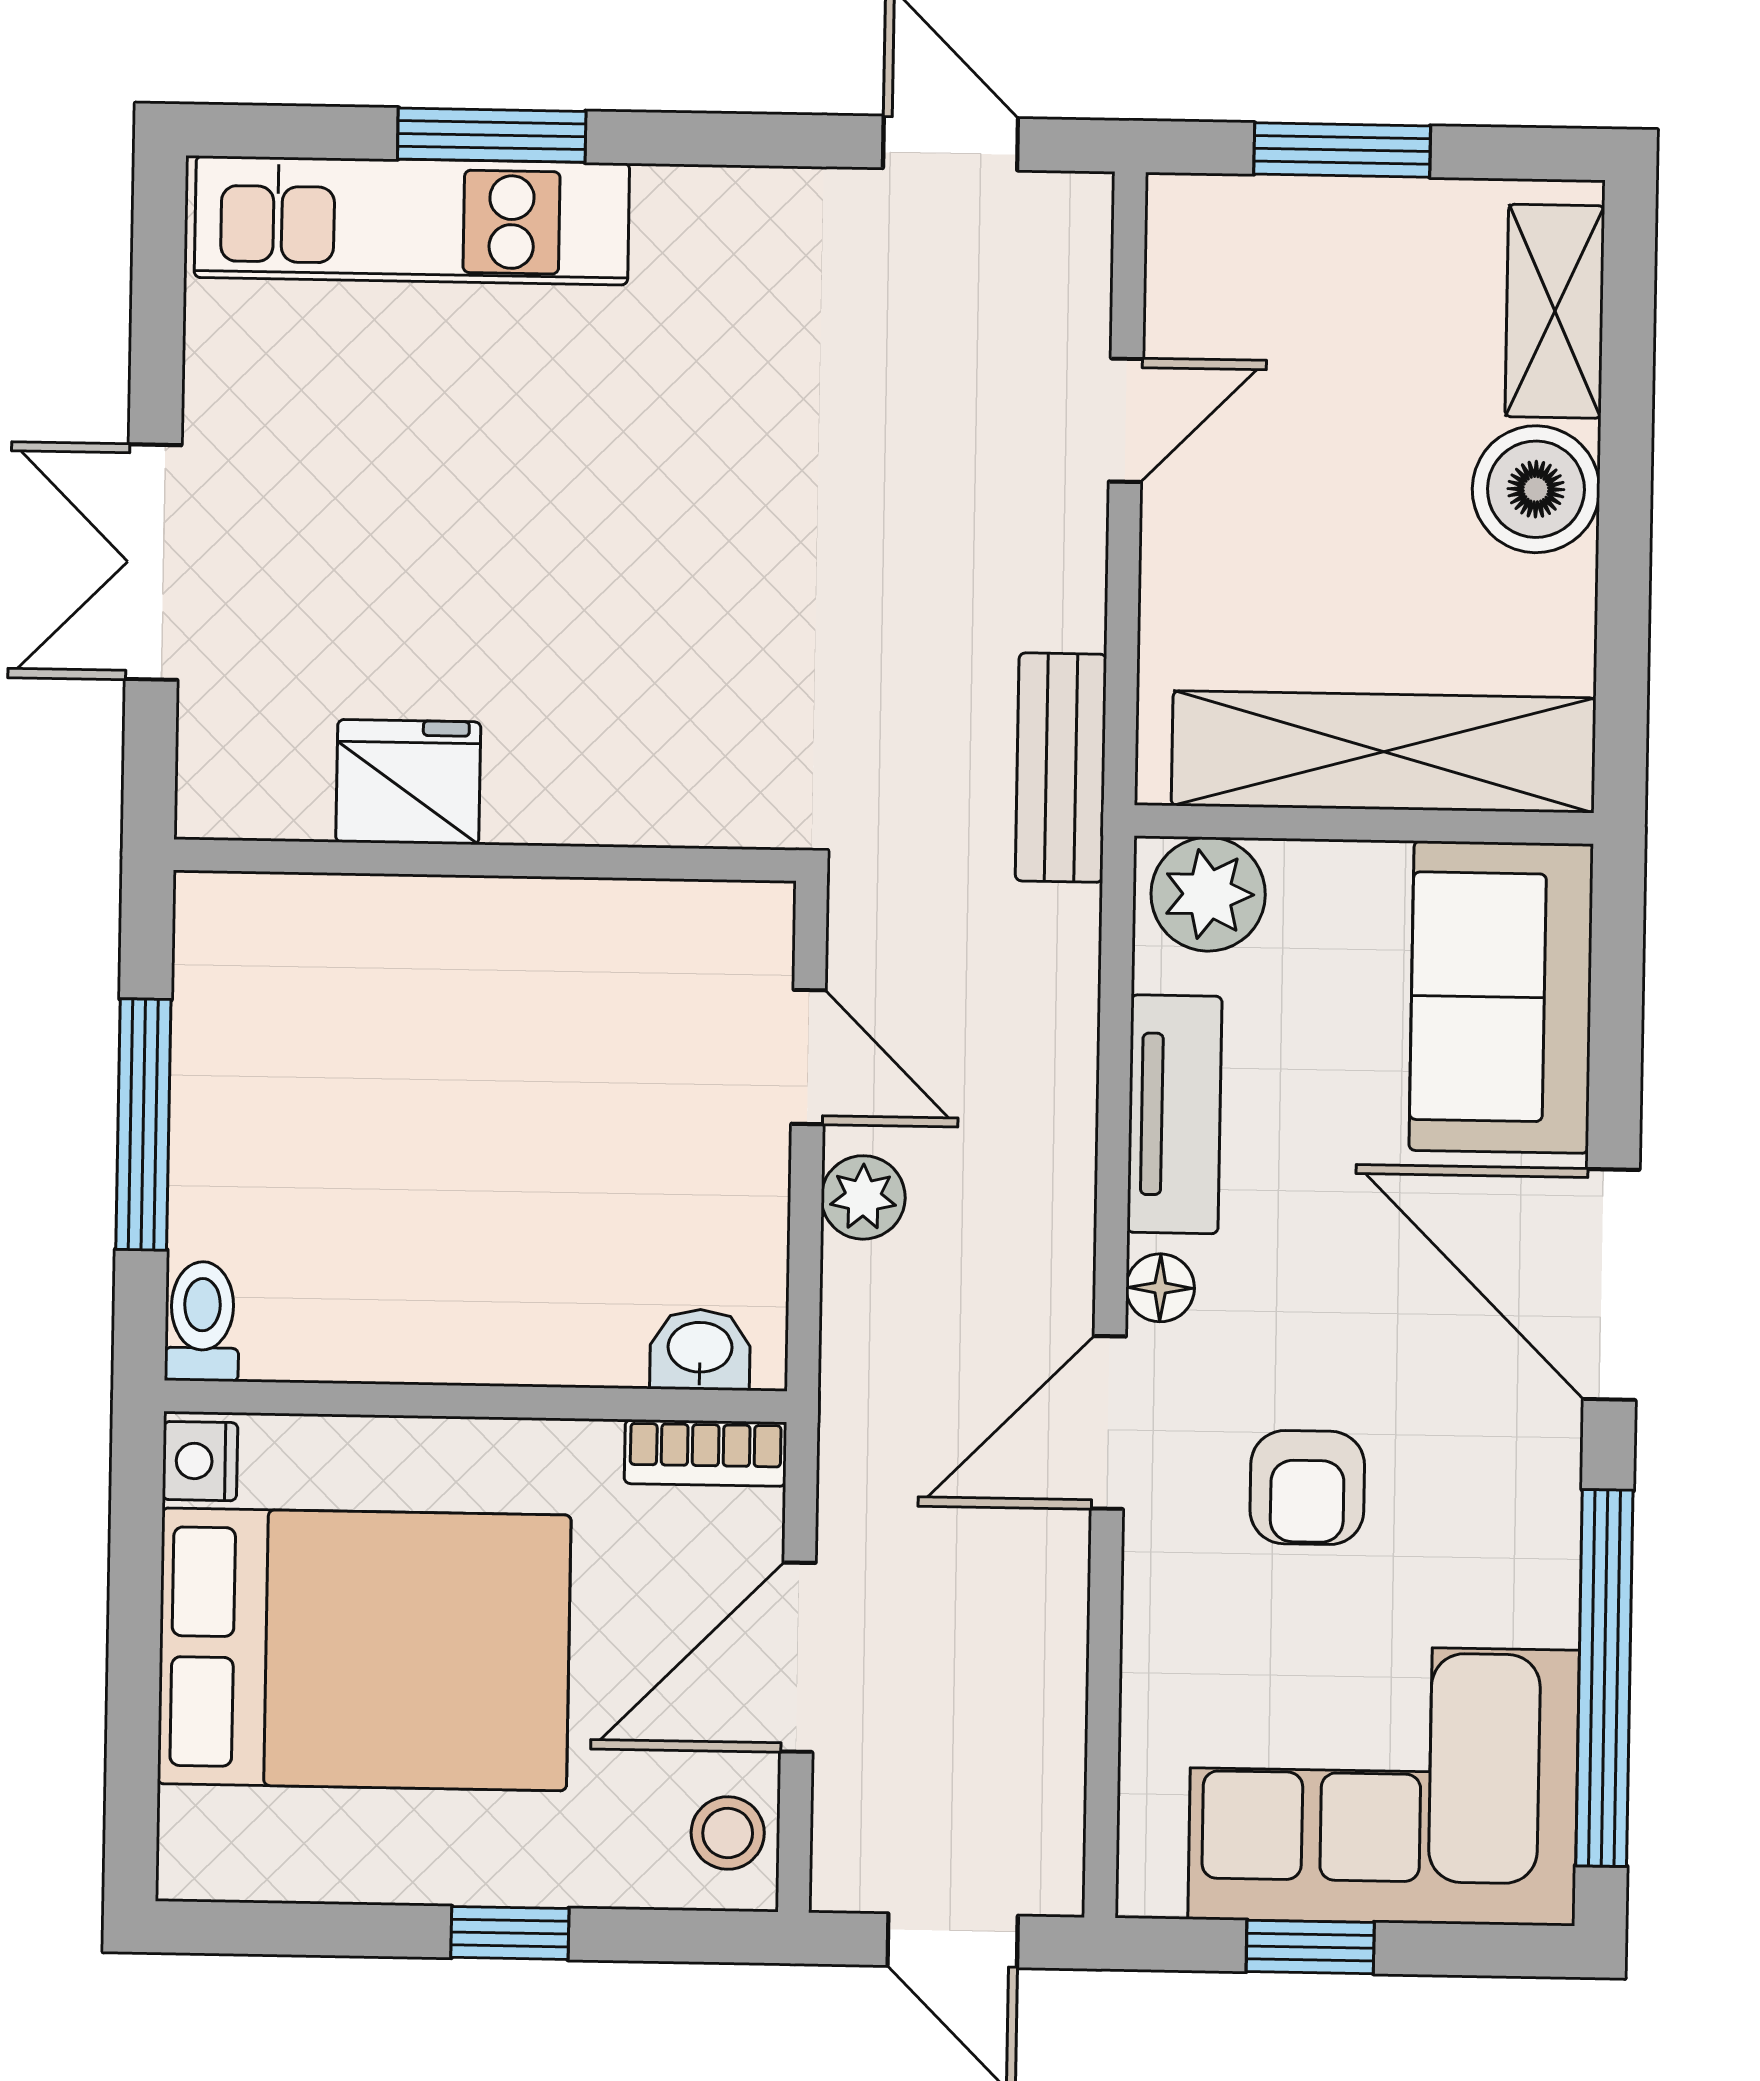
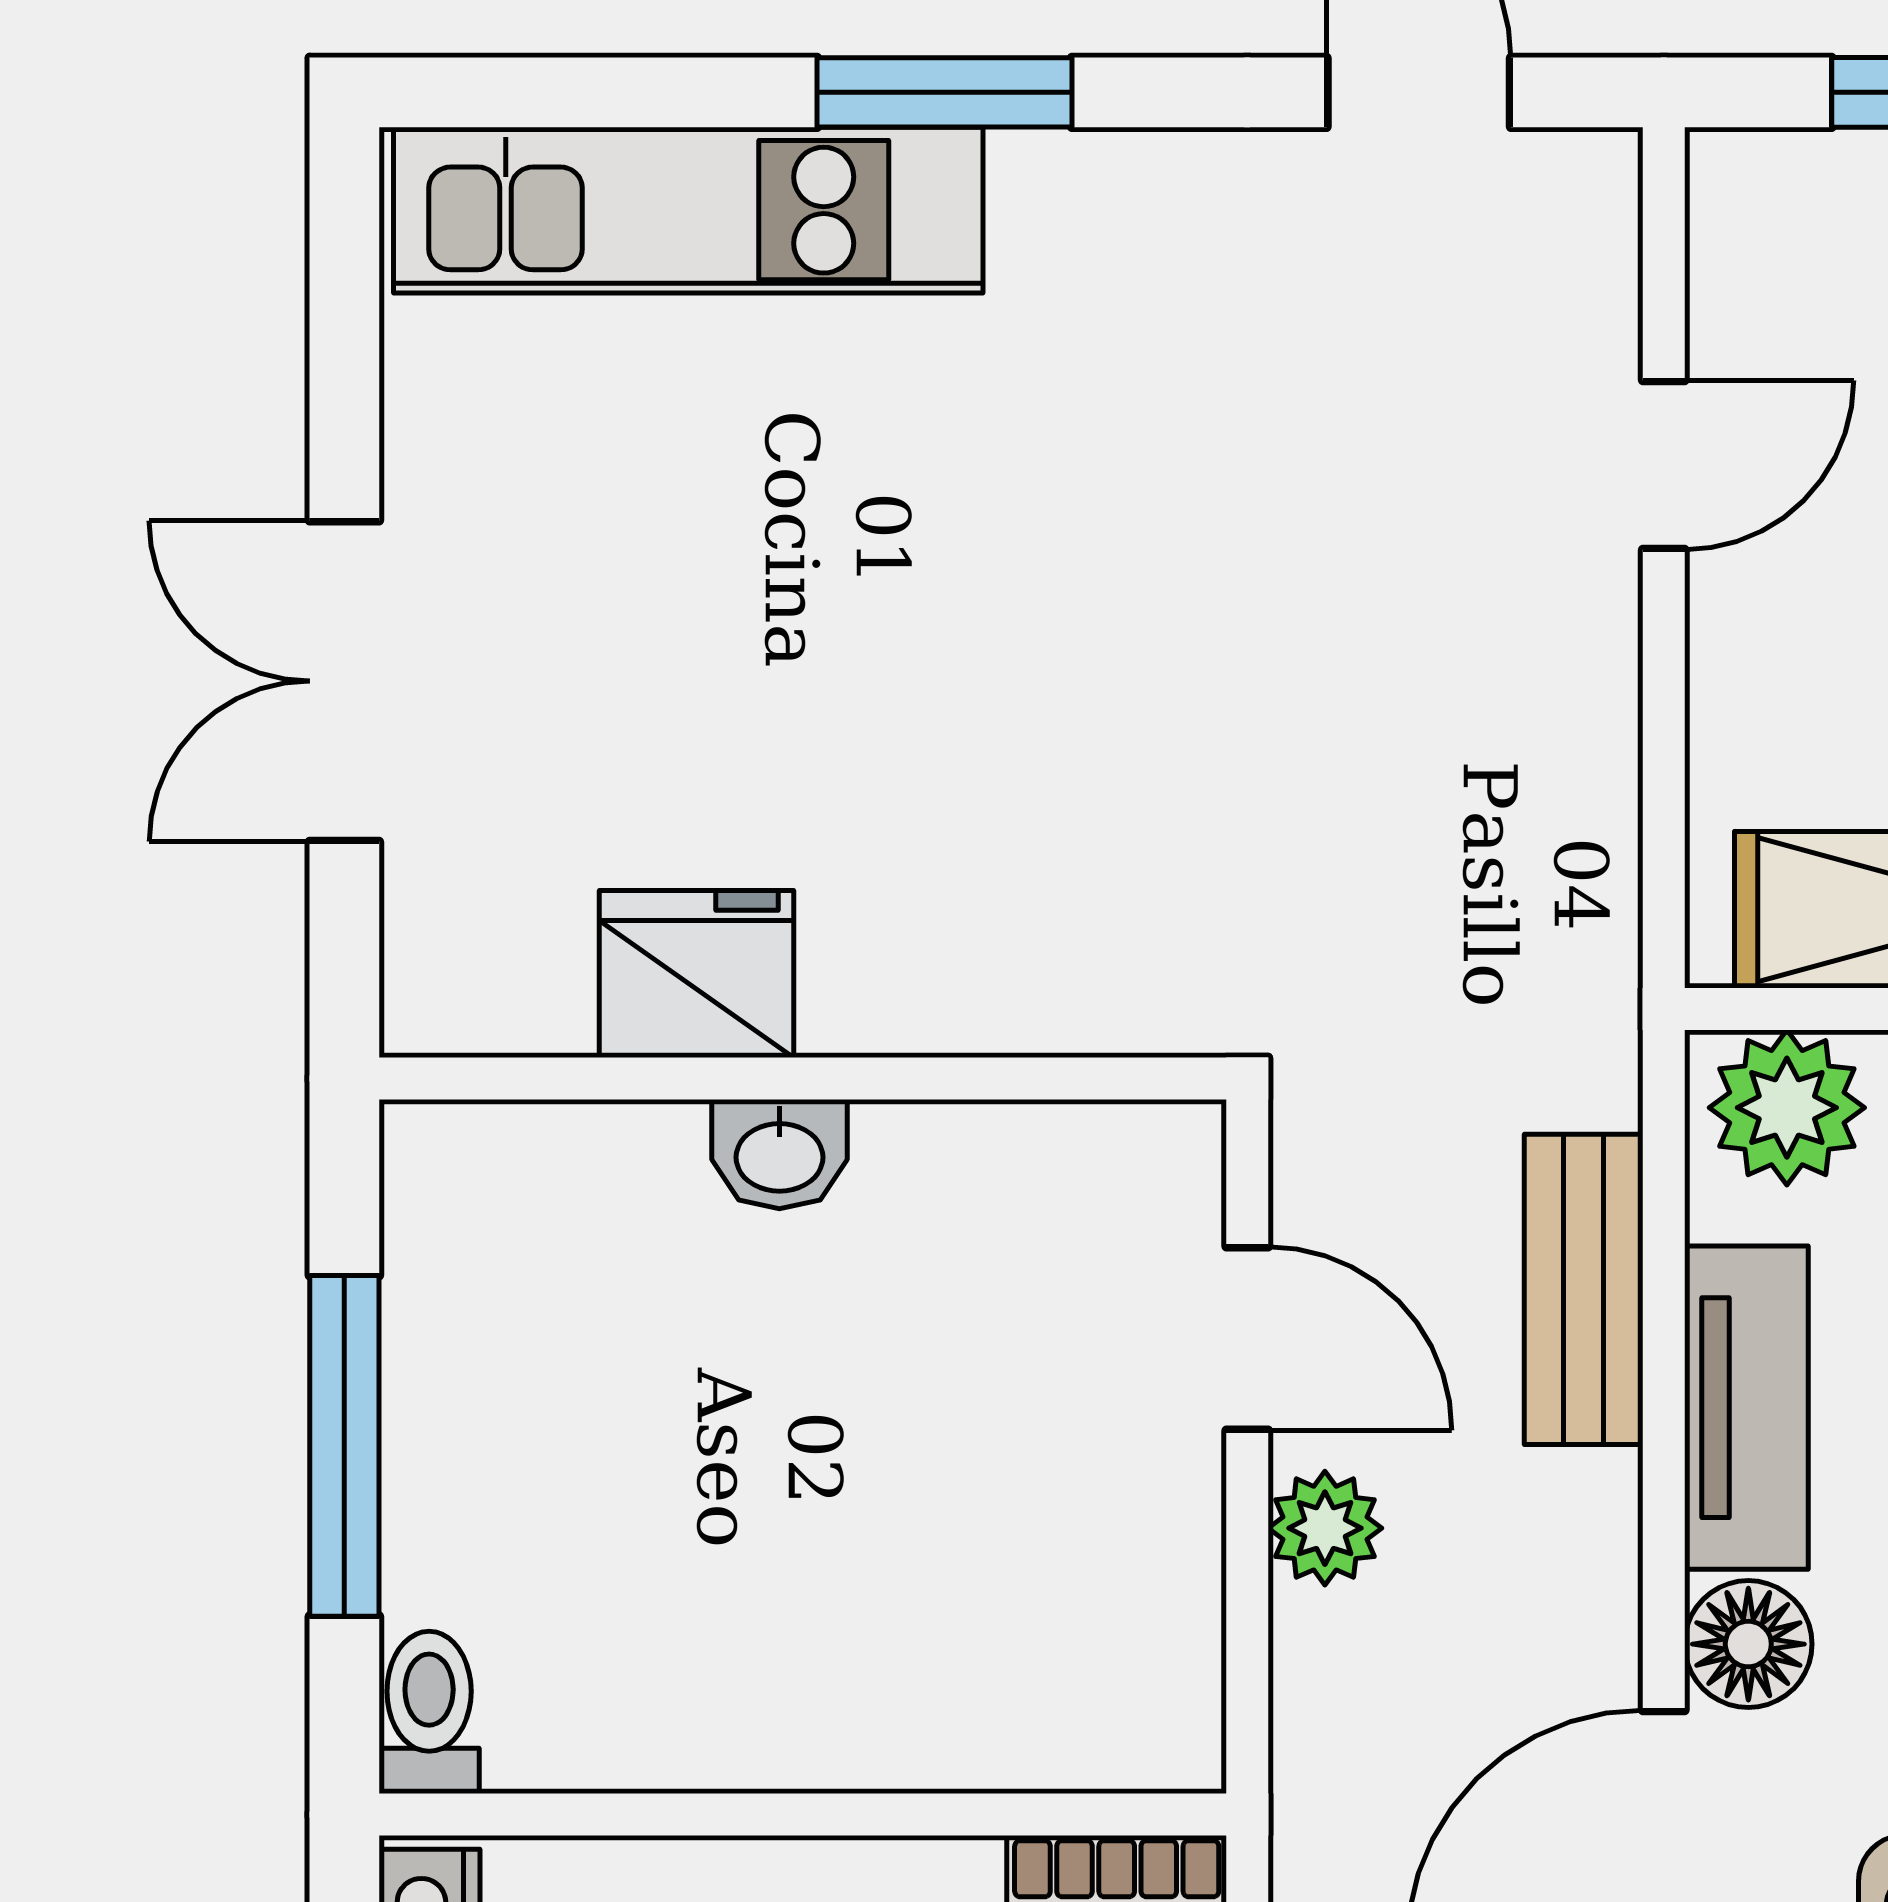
window: (492, 135) -> (945, 92), moved
bench: (1061, 768) -> (1584, 1289), moved
floor lamp: (1160, 1288) -> (1748, 1644), width x1.37, depth x1.37
washbasin: (700, 1350) -> (779, 1154), moved, turned 180

